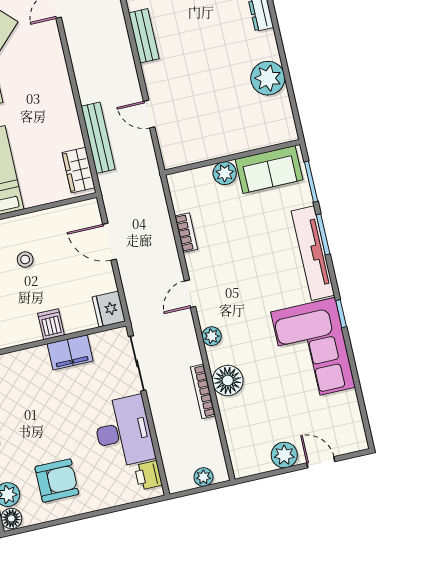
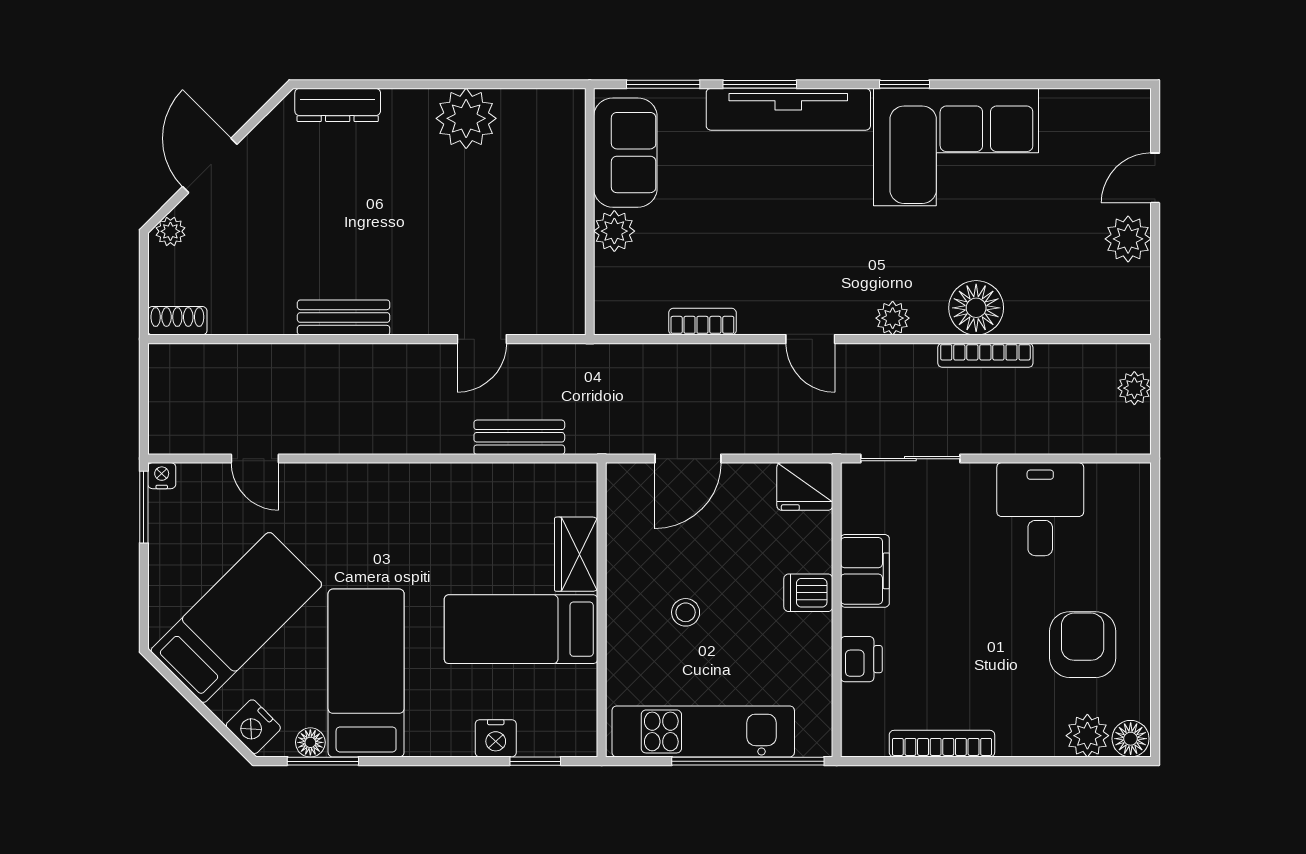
bench: (98, 138) -> (519, 437), width x0.73
wardrobe: (79, 170) -> (576, 554), moved, turned 90
desk: (124, 432) -> (1040, 509), width x0.73
printer: (148, 475) -> (861, 659), moved, turned -90

